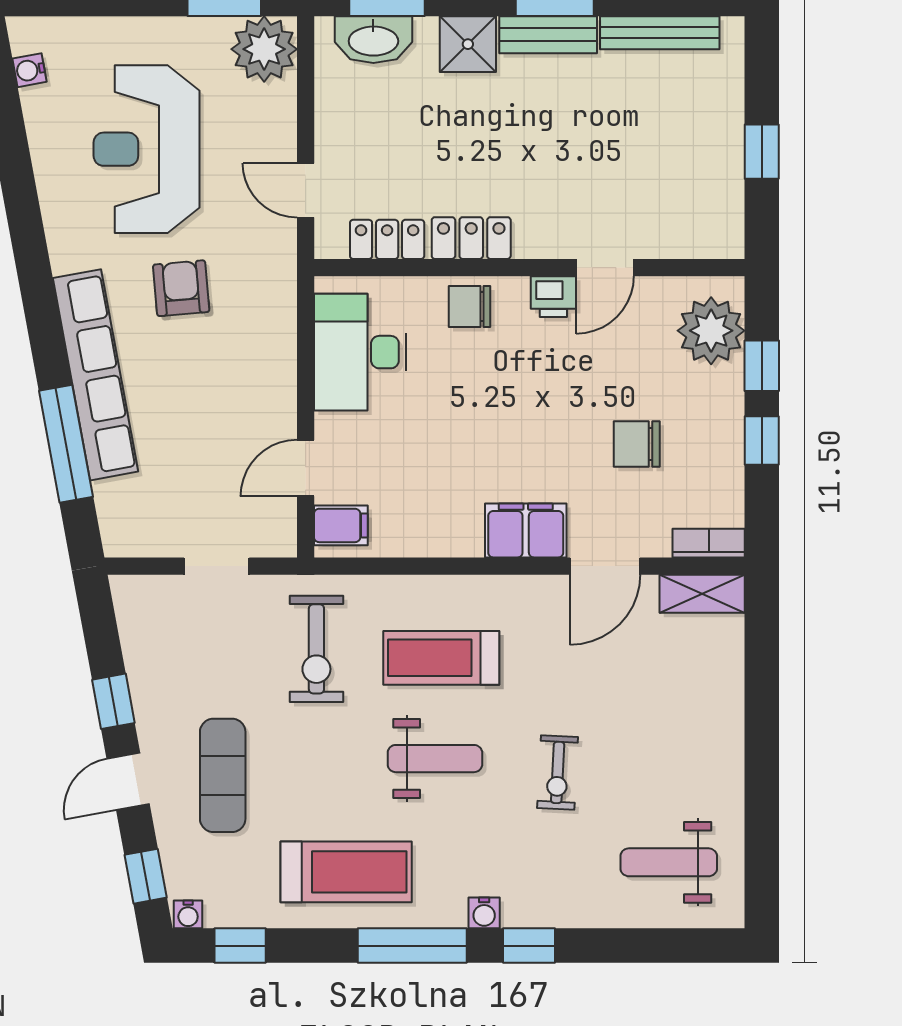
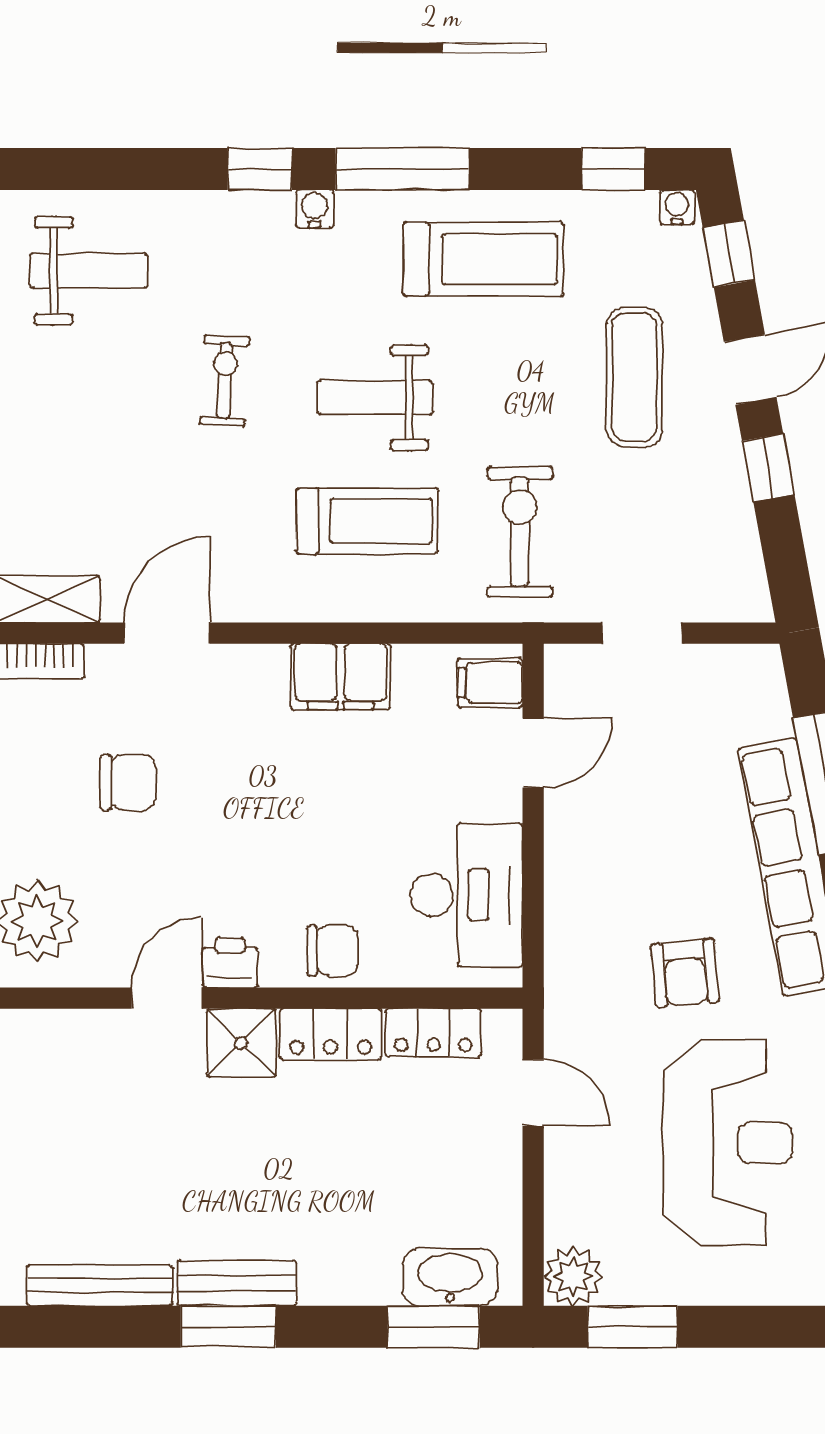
shower: (468, 44) -> (241, 1043), moved
plant: (264, 49) -> (573, 1276), width x0.73, depth x0.73
filing cabinet: (526, 530) -> (341, 677), moved
treadmill: (346, 872) -> (483, 259), turned 180

